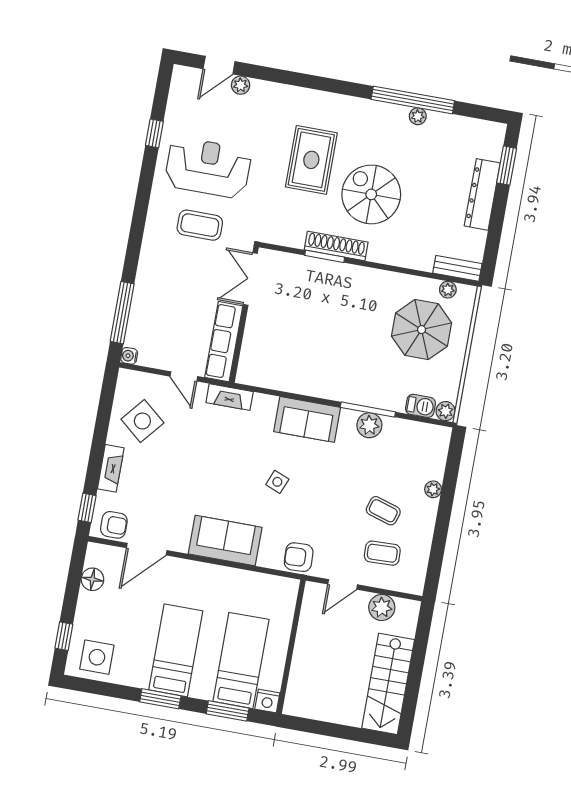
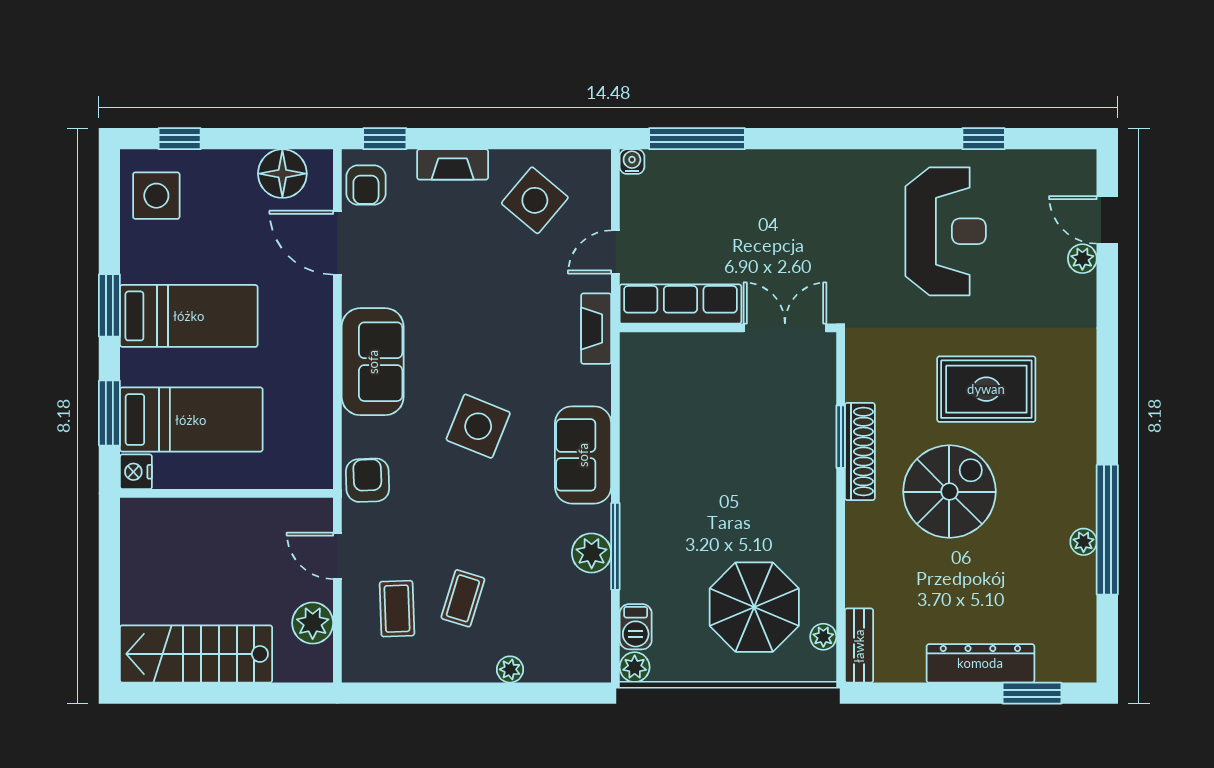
coffee table: (200, 225) -> (854, 235), removed
side table: (277, 482) -> (478, 426), width x1.87, depth x1.87
floor lamp: (92, 579) -> (282, 174), width x1.38, depth x1.38

